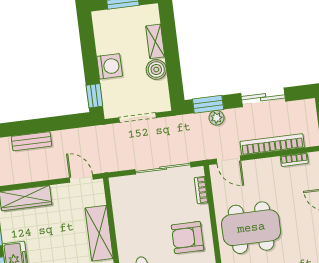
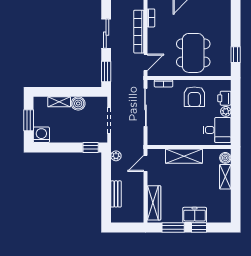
washing machine: (110, 66) -> (41, 135), moved
plant: (216, 118) -> (116, 156), moved

